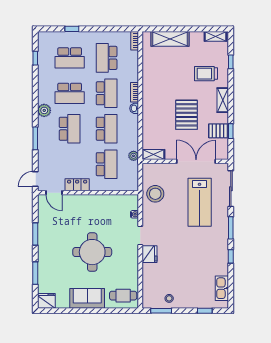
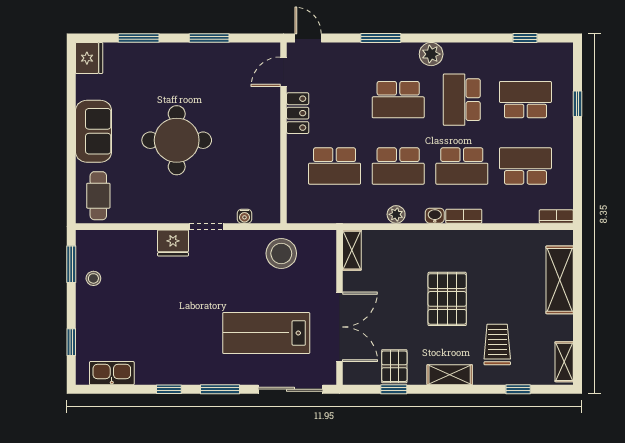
school desk: (70, 58) -> (525, 100), turned 90
pallet: (187, 115) -> (447, 299), moved, turned 90
plant: (134, 156) -> (396, 214), moved

